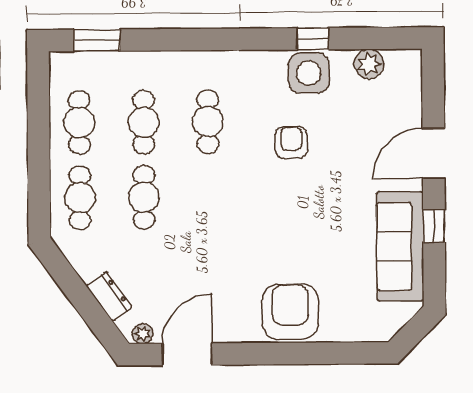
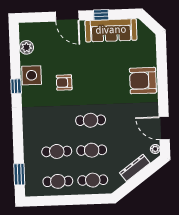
window: (313, 39) -> (16, 86), moved
cafe table: (208, 122) -> (91, 120), moved
dresser: (109, 296) -> (135, 168), width x1.44

